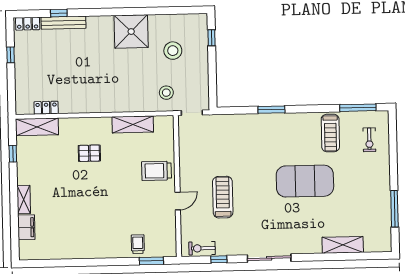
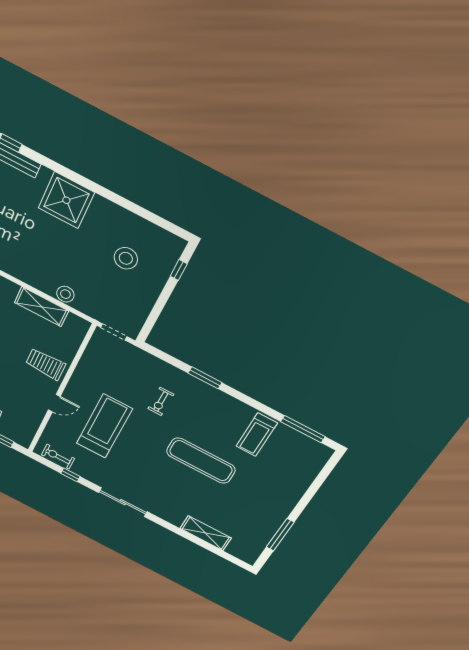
shower: (131, 32) -> (66, 200), moved
stool: (166, 93) -> (65, 294), moved
exercise bike: (369, 140) -> (161, 402), moved
exercise mat: (305, 181) -> (201, 461), width x0.68
treadmill: (223, 197) -> (104, 426), width x1.37, depth x1.38

